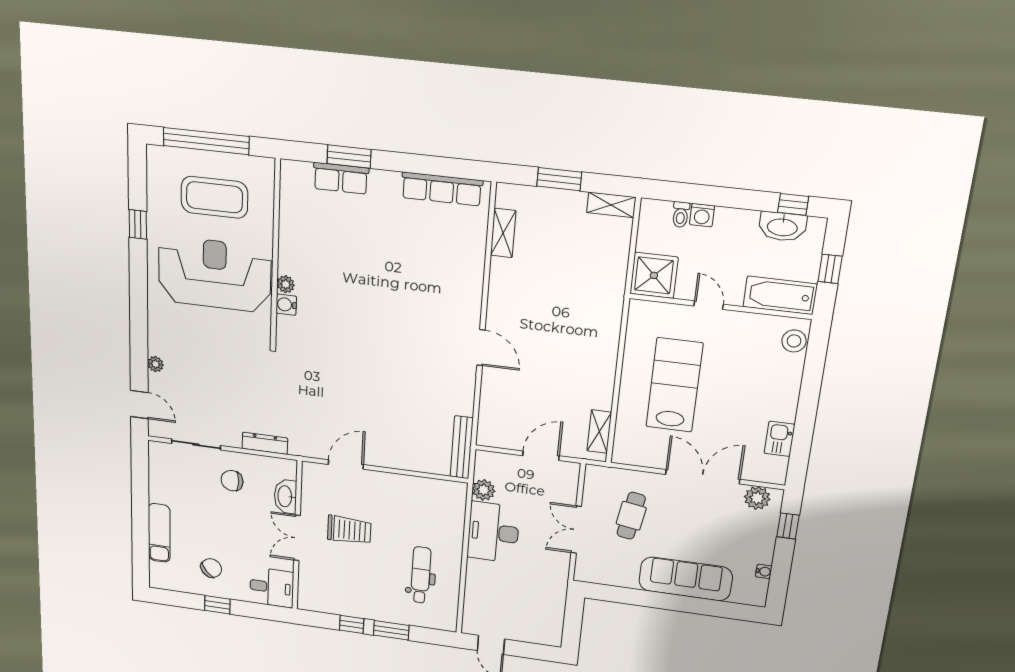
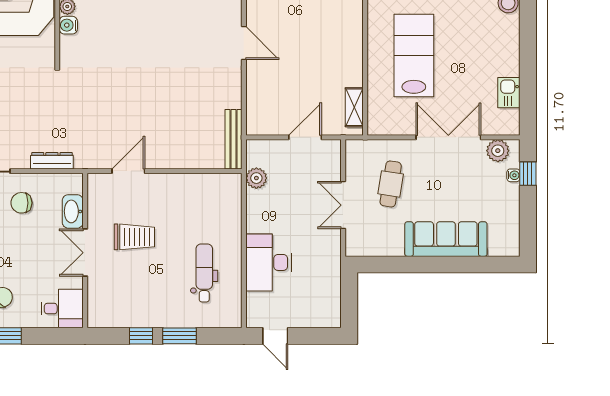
desk: (493, 532) -> (268, 262), moved
water cooler: (764, 571) -> (513, 175), moved

